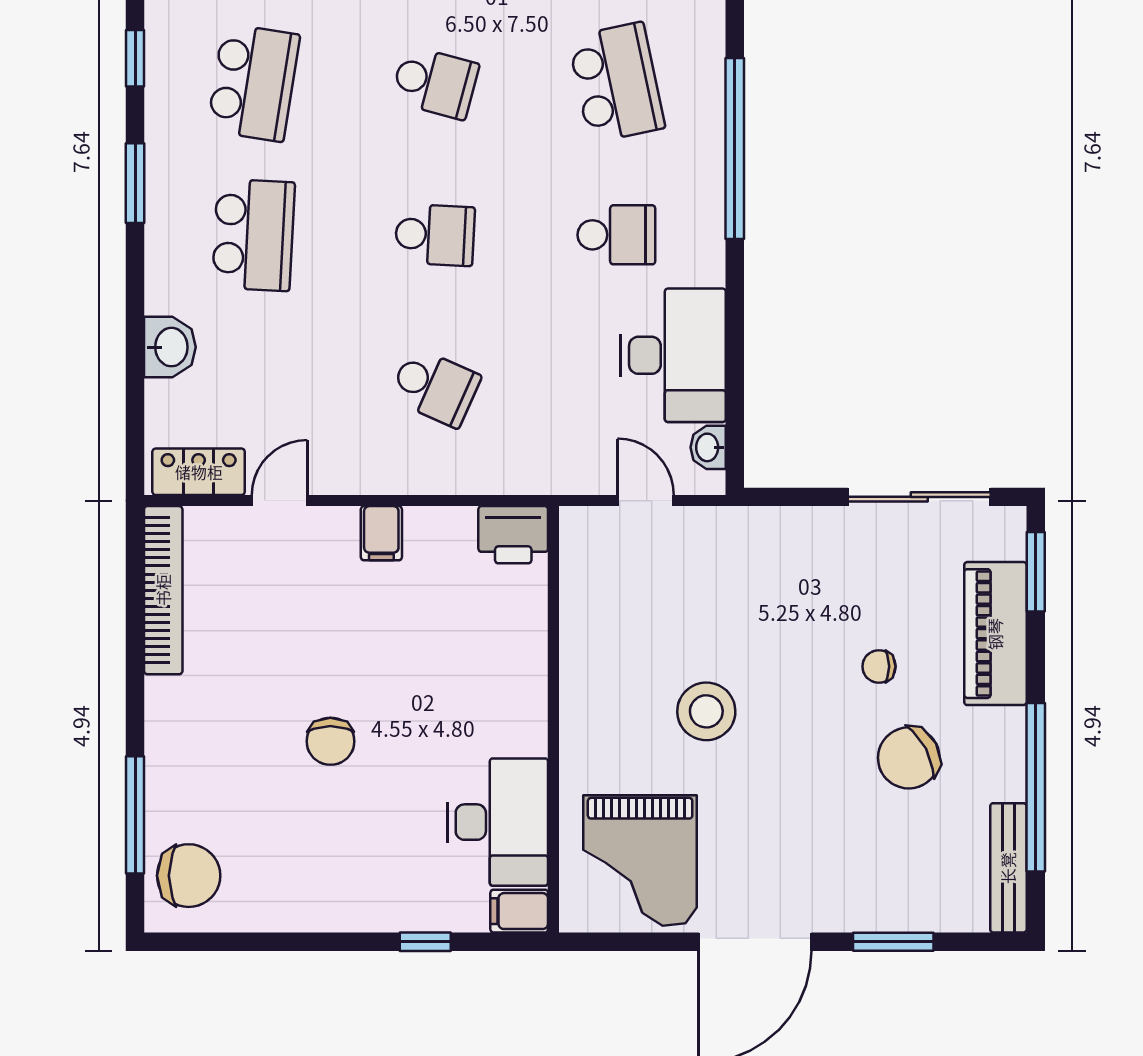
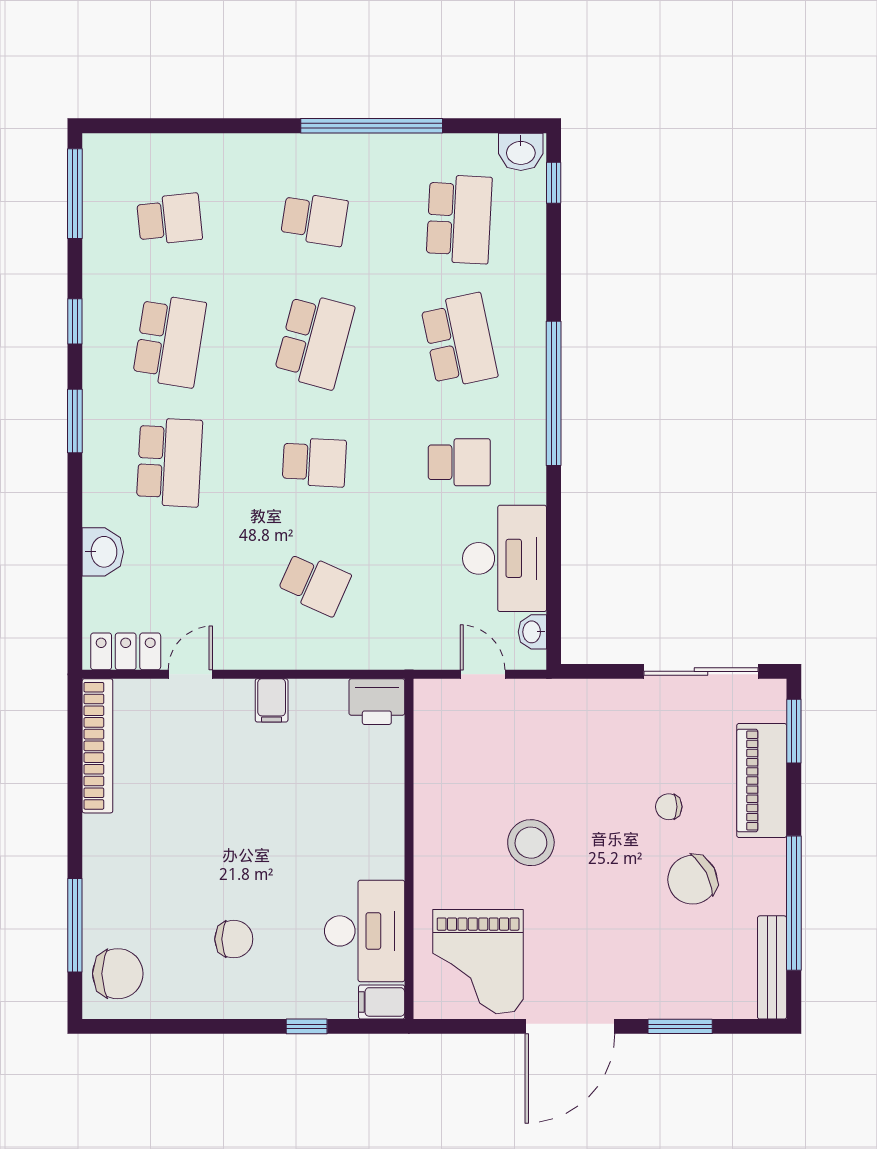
school desk: (435, 83) -> (314, 341), width x1.85
chair: (330, 741) -> (234, 939), moved, turned -90

